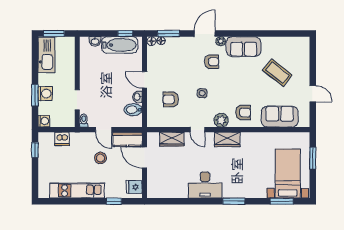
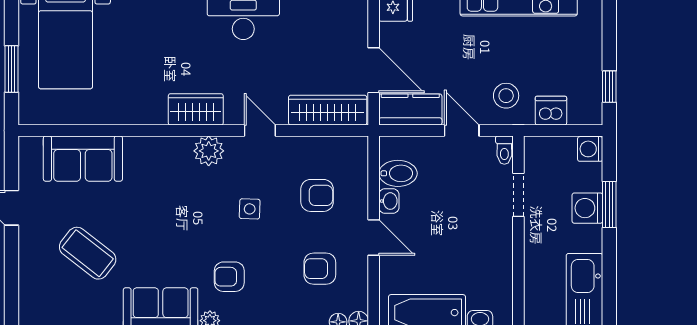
armchair: (243, 113) -> (320, 269), moved
wardrobe: (172, 139) -> (328, 110), width x1.50
stool: (100, 158) -> (506, 96), moved

